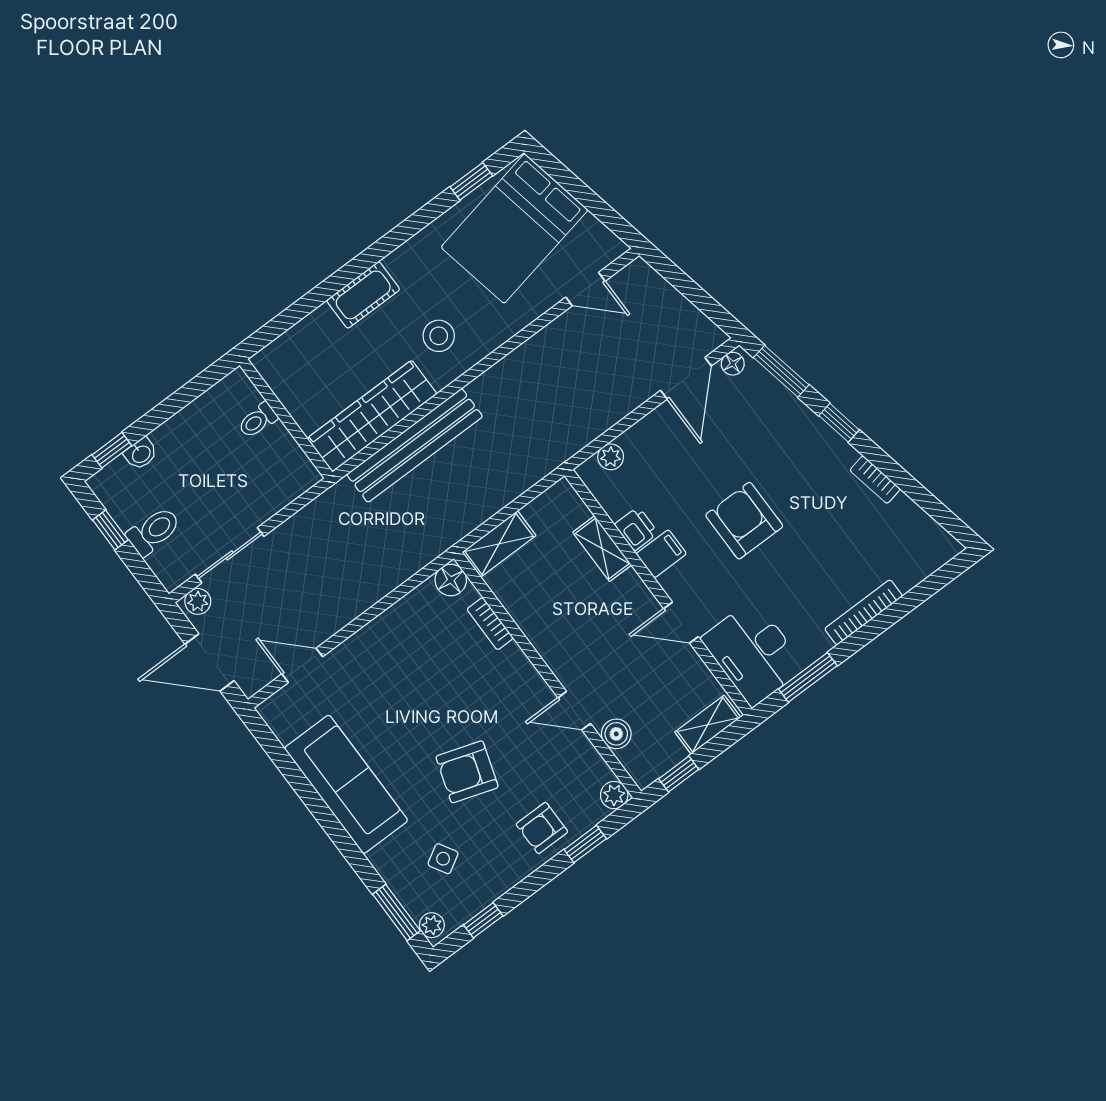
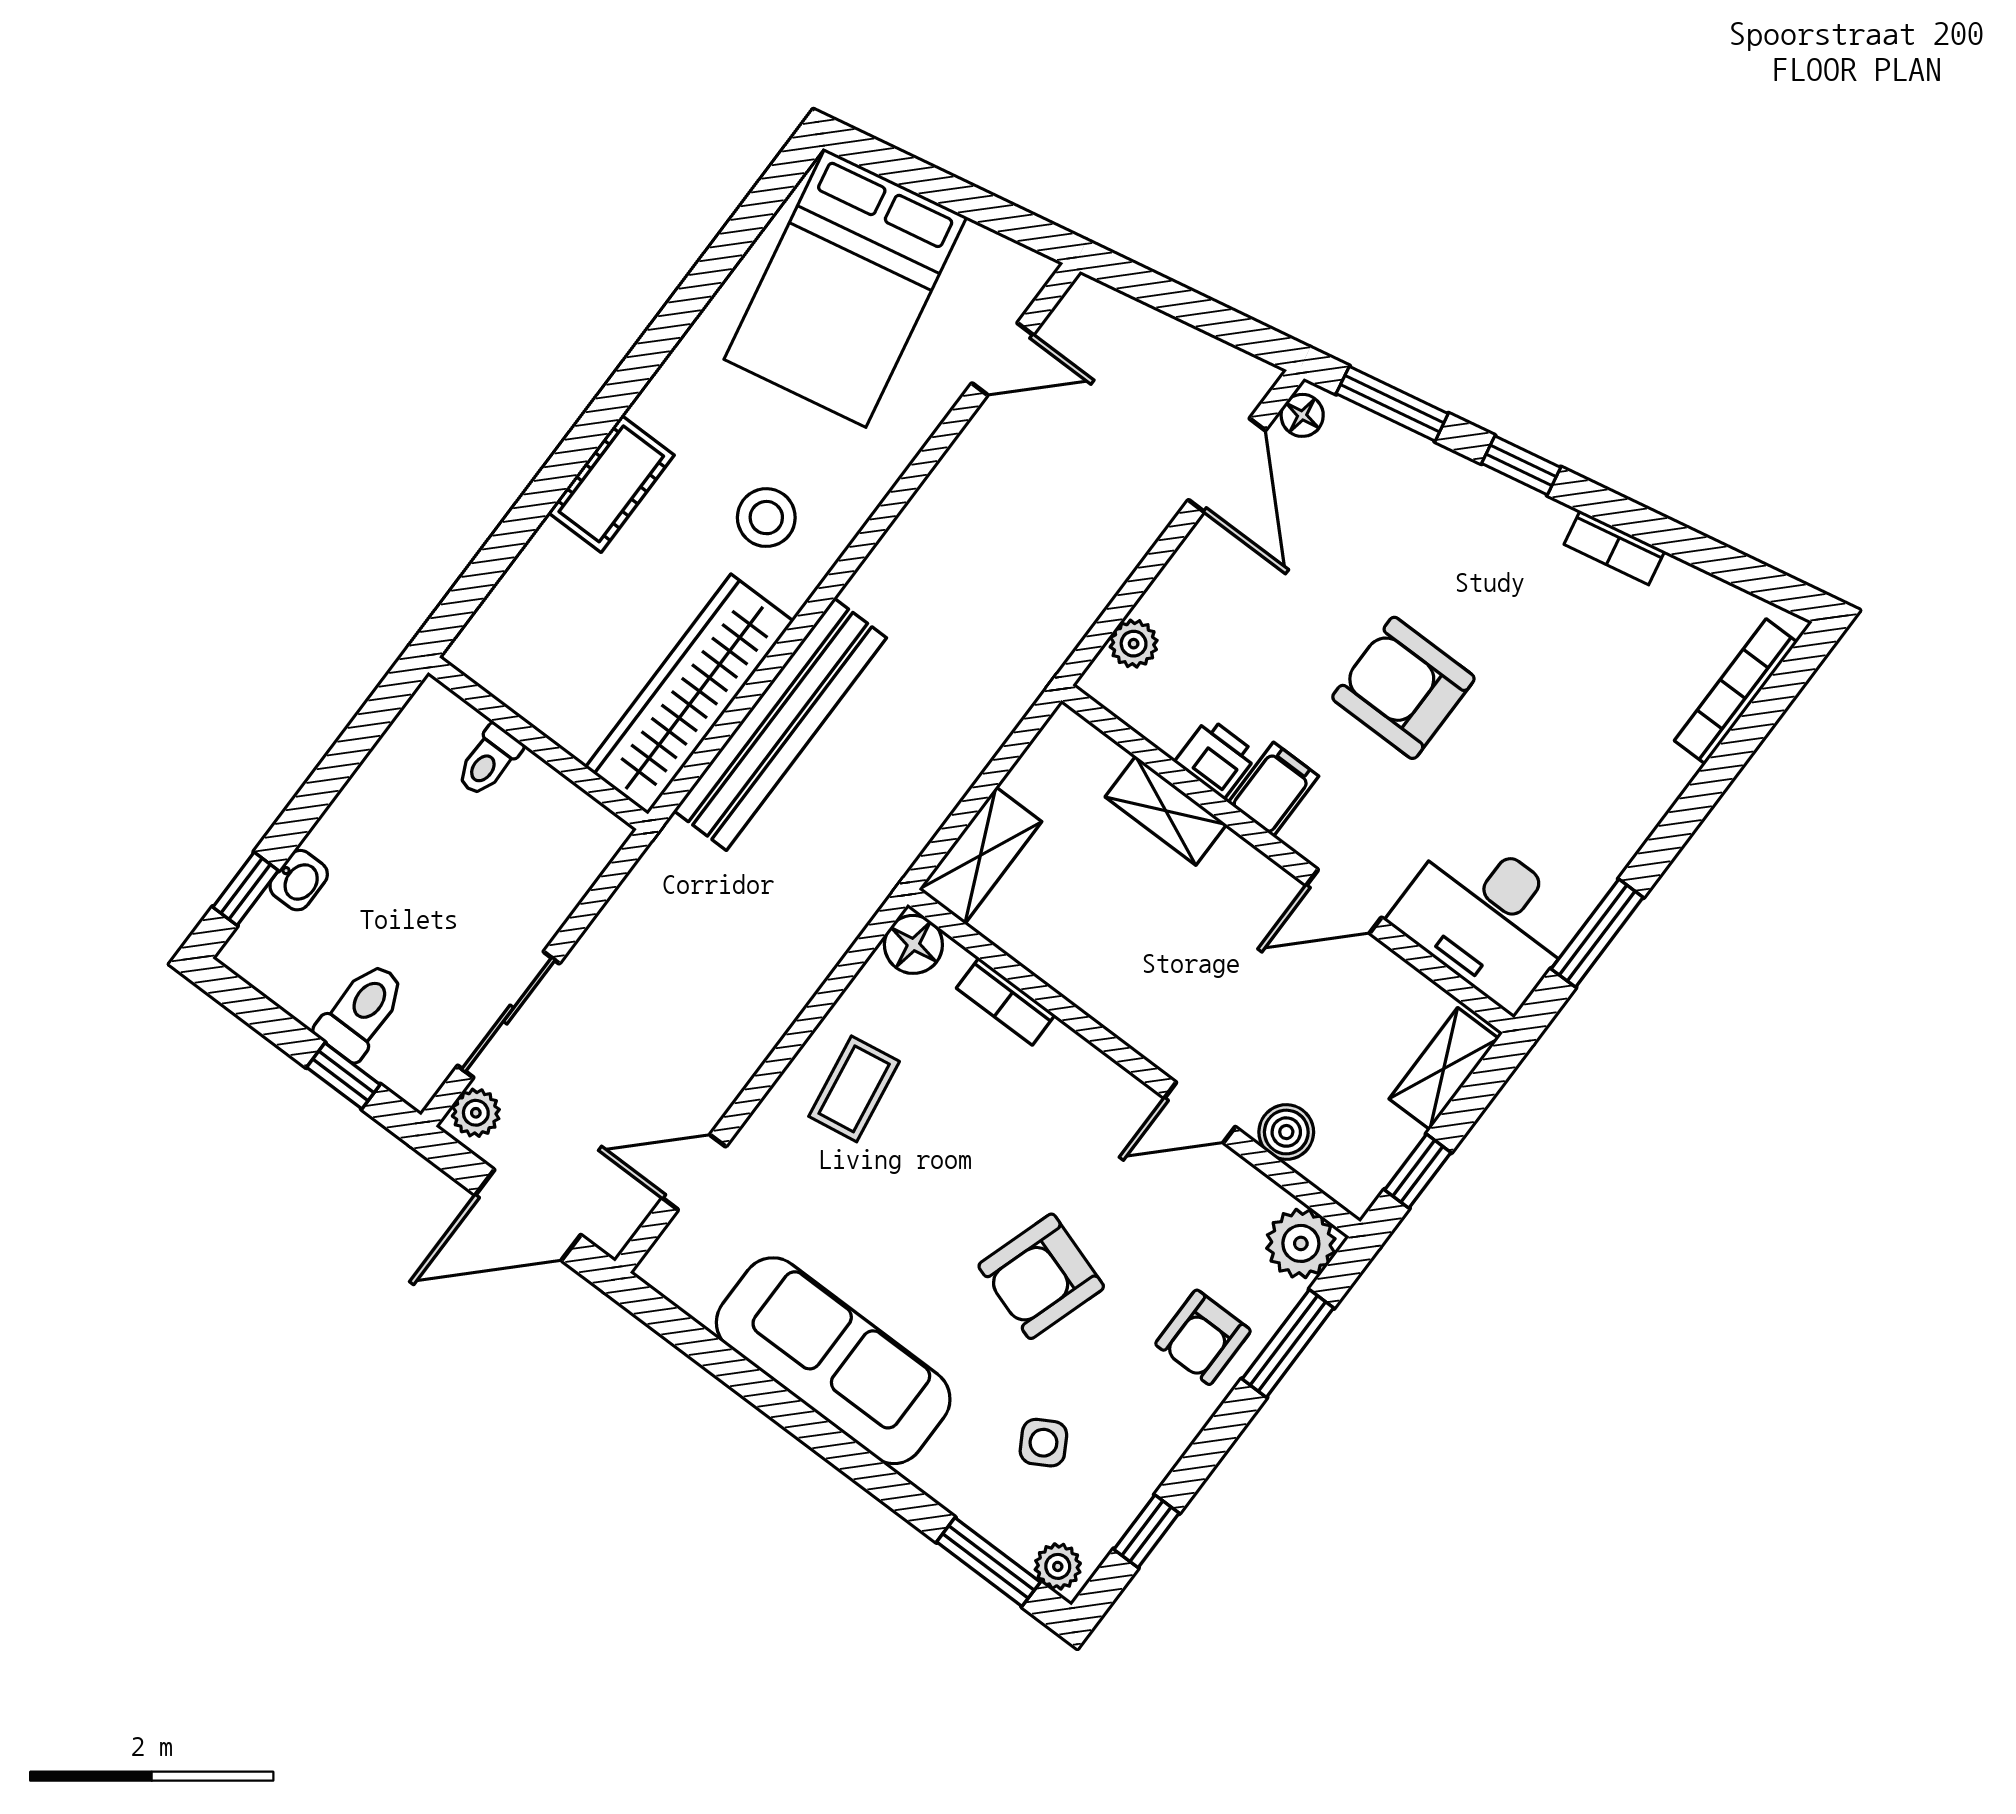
window: (471, 181) -> (745, 227), removed
window: (110, 530) -> (343, 1076), moved
bookcase: (863, 612) -> (1736, 691), moved
coffee table: (398, 646) -> (854, 1089), added
plant: (614, 795) -> (1301, 1243), width x1.38, depth x1.38
window: (585, 844) -> (1288, 1343), width x1.50

